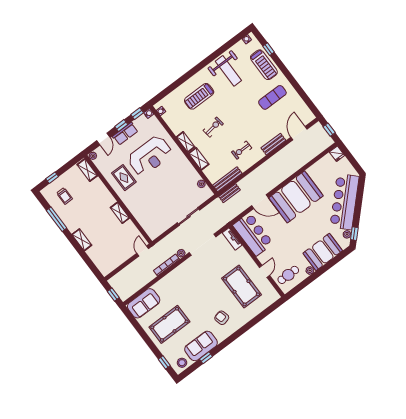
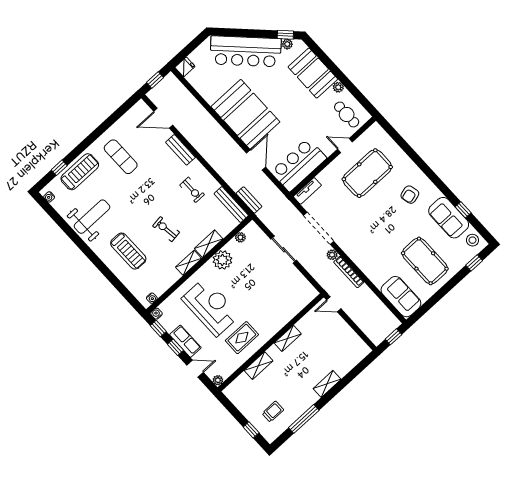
plant: (185, 168) -> (222, 260), added
shelving: (87, 170) -> (259, 366), moved

